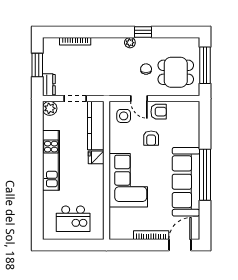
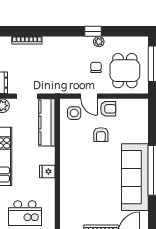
plant: (130, 43) -> (99, 42), moved
dining table: (176, 72) -> (125, 71), turned 90
fridge: (96, 157) -> (47, 171), moved
corner sofa: (128, 180) -> (79, 176), removed

